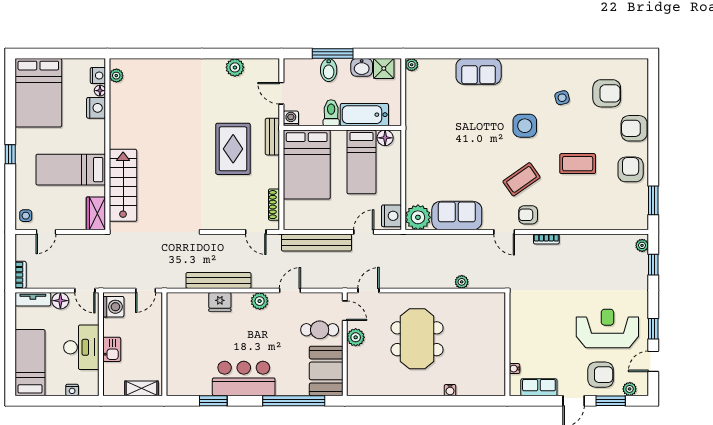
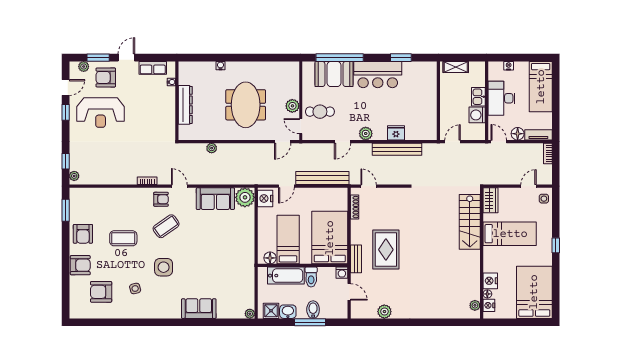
washing machine: (113, 307) -> (477, 115), moved
dresser: (496, 339) -> (185, 105), added
booth: (326, 371) -> (334, 74), moved, turned 90

